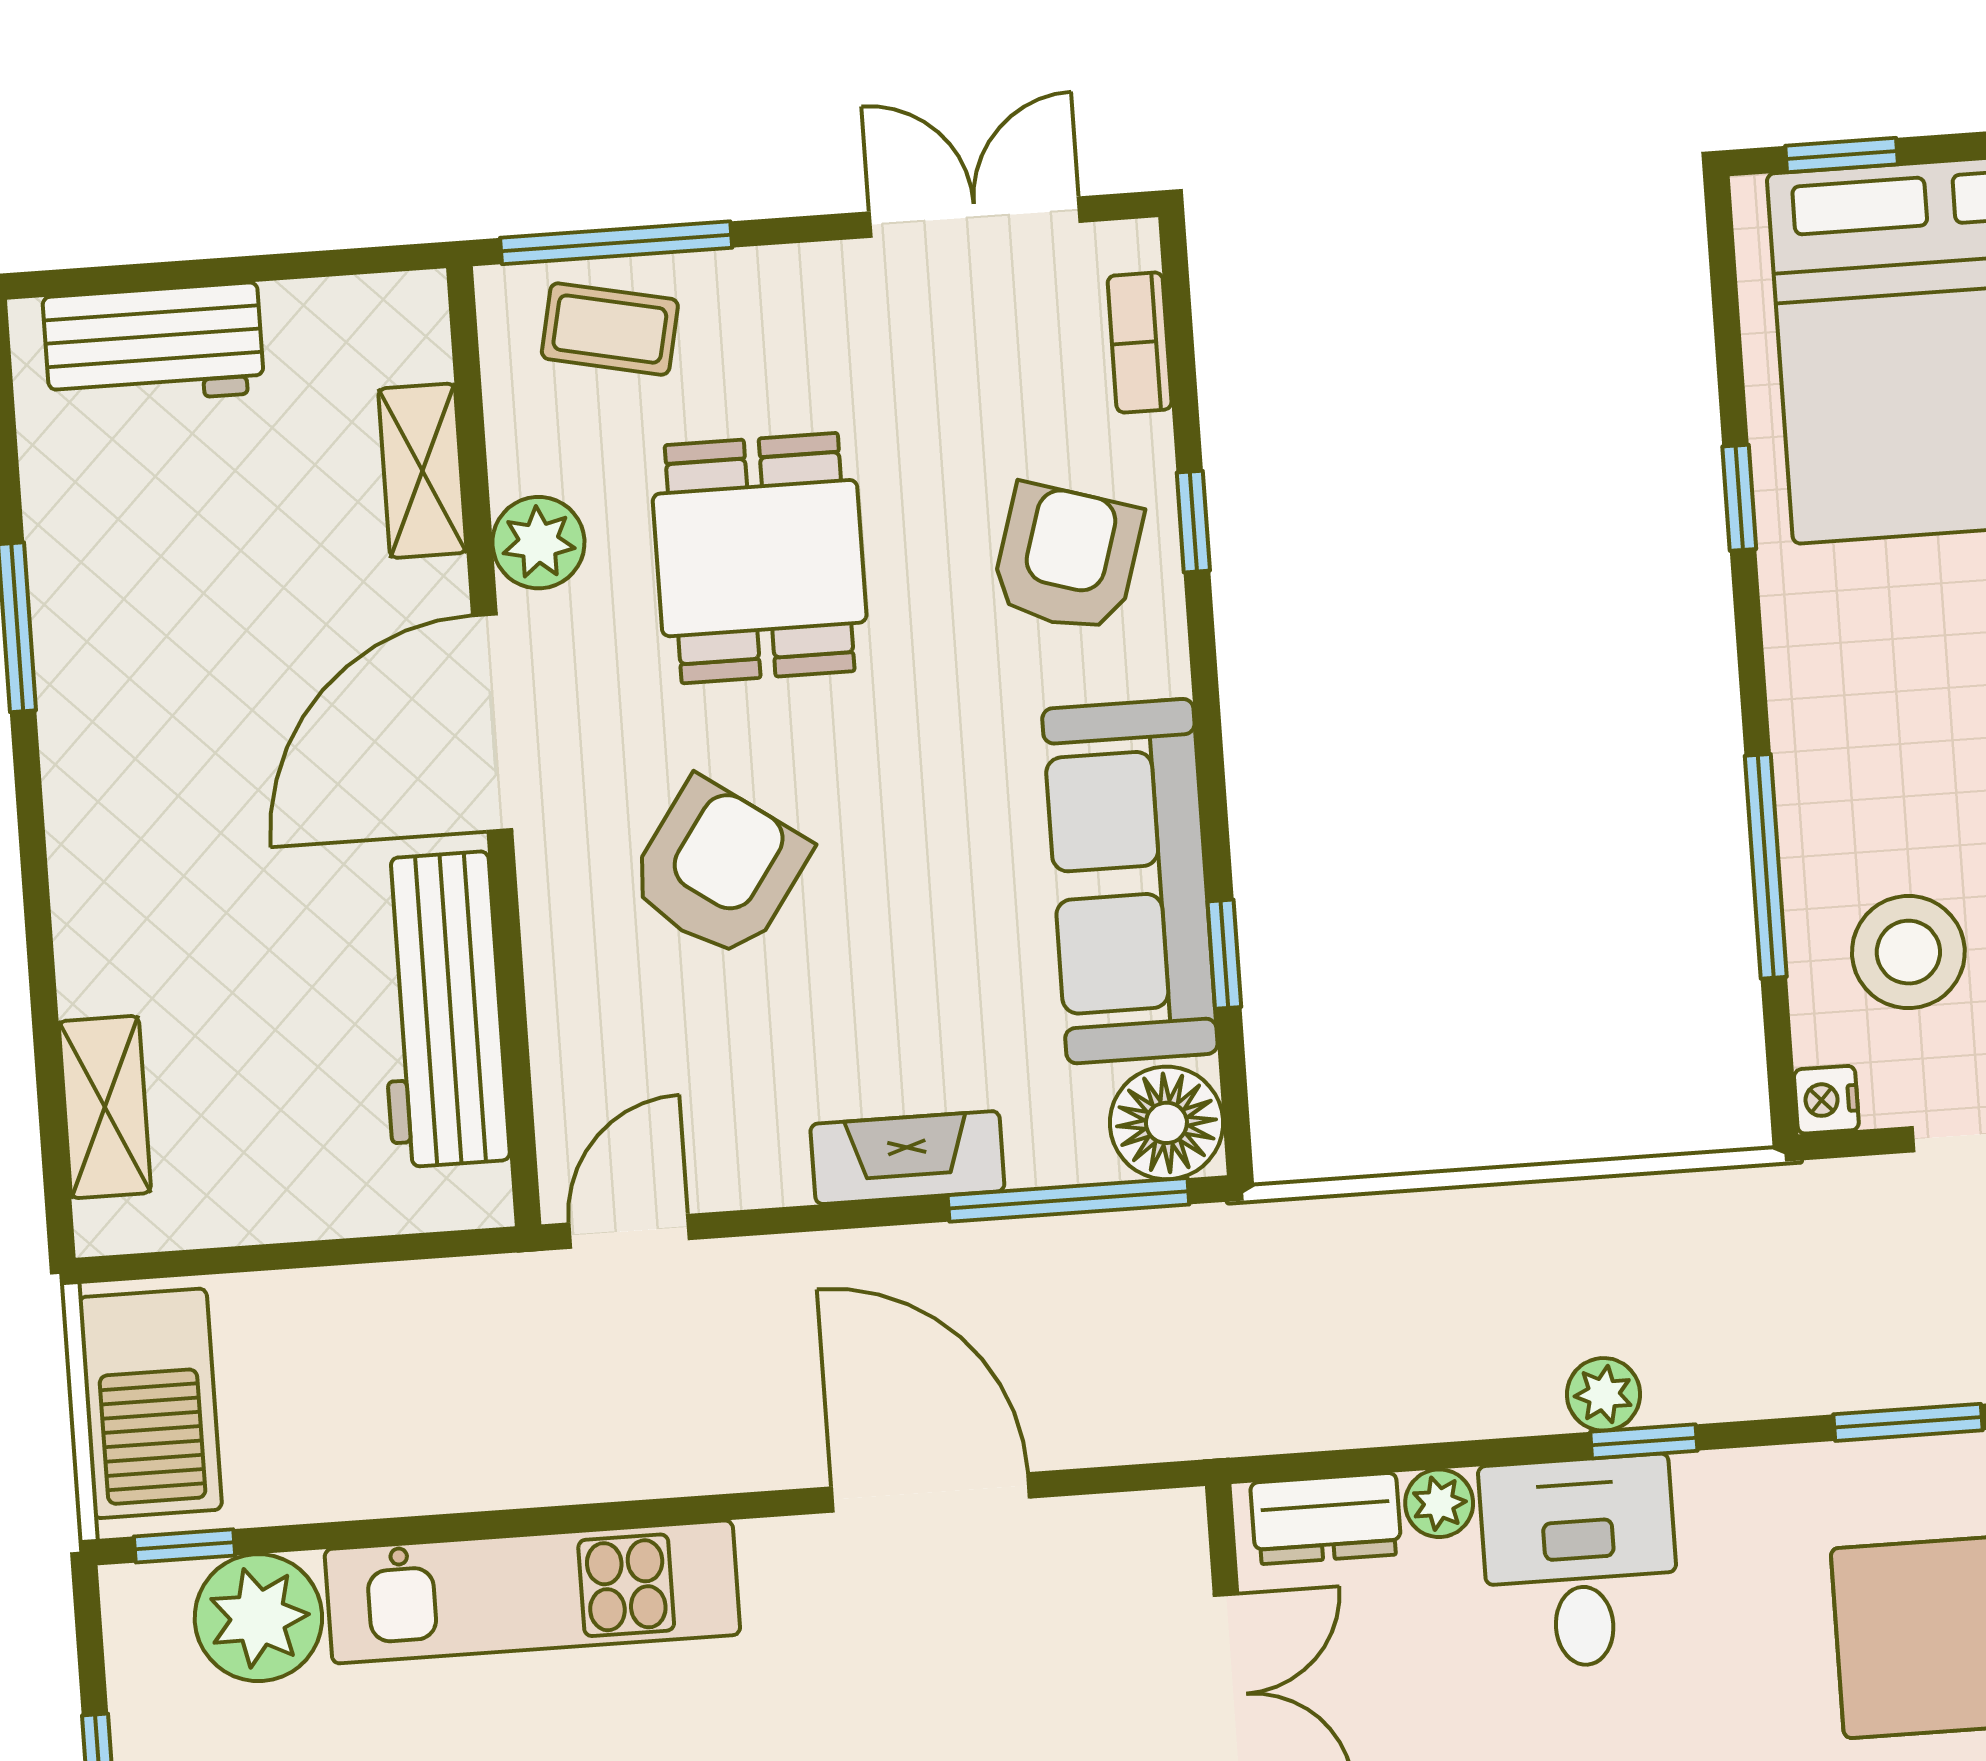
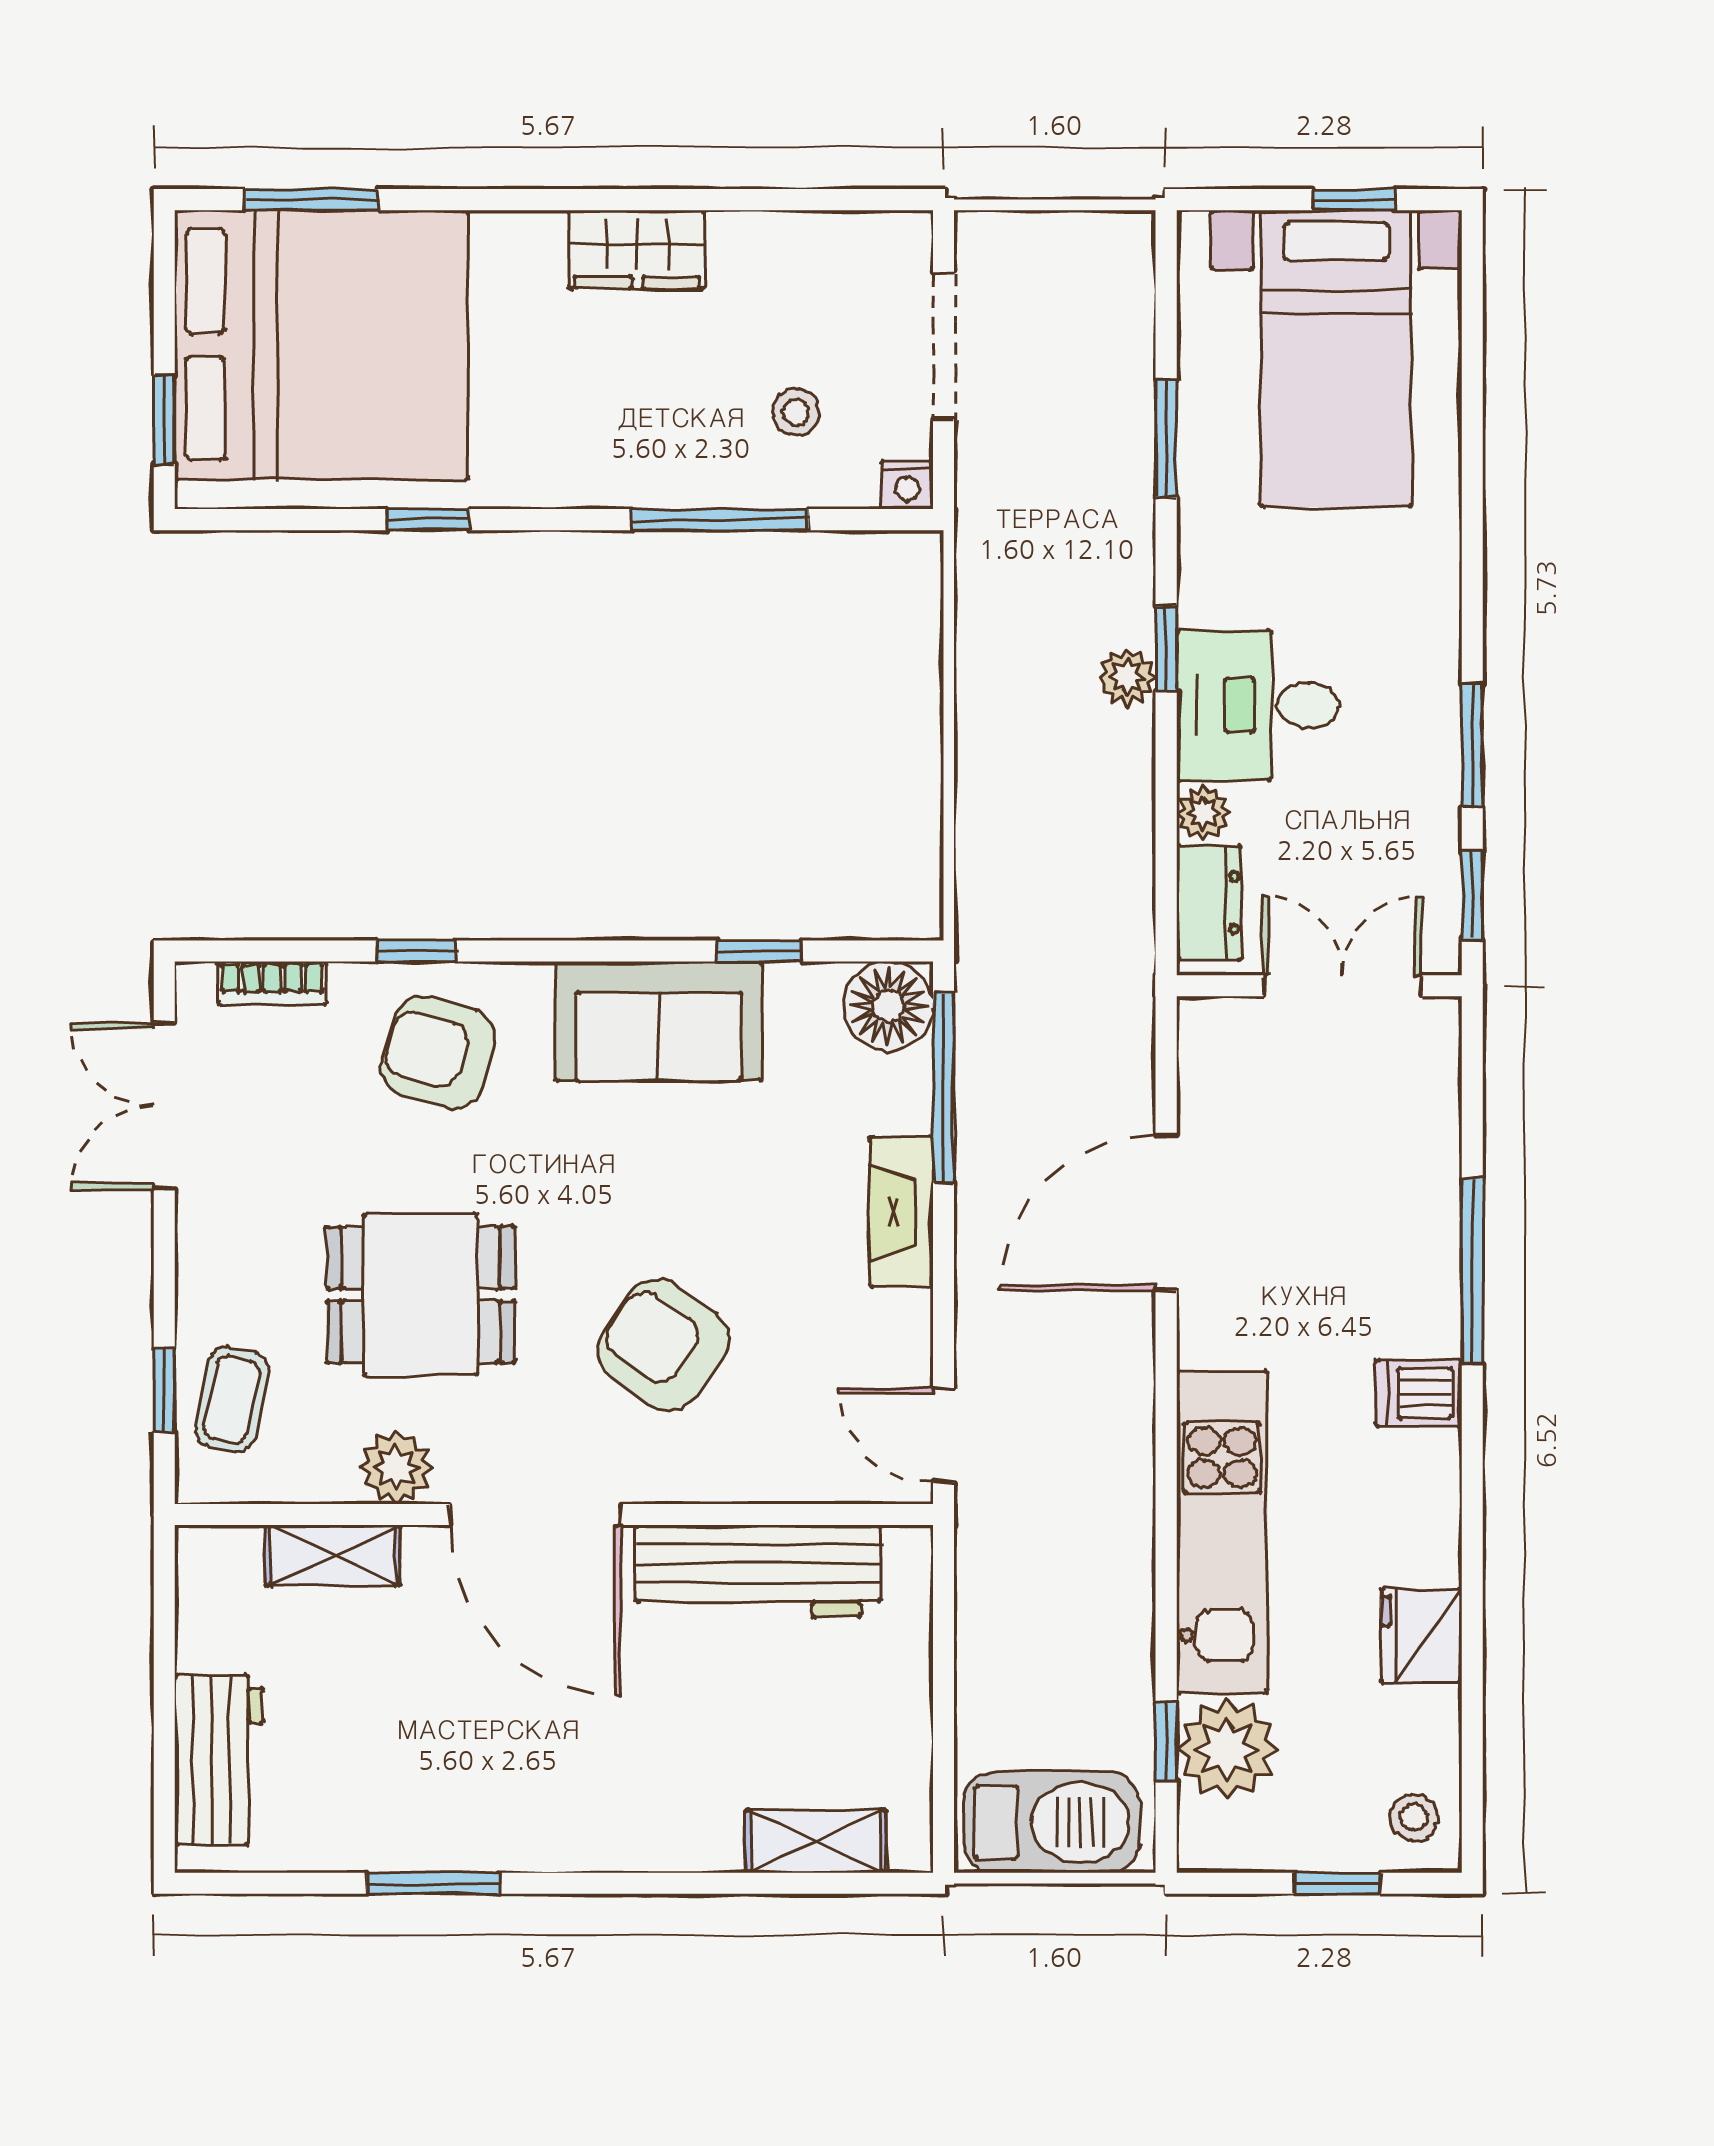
window: (616, 243) -> (164, 1390), width x0.46
sofa: (1130, 881) -> (659, 1021), width x0.73
stool: (1908, 952) -> (796, 412), width x0.53, depth x0.53
window: (185, 1546) -> (1166, 1742), moved

